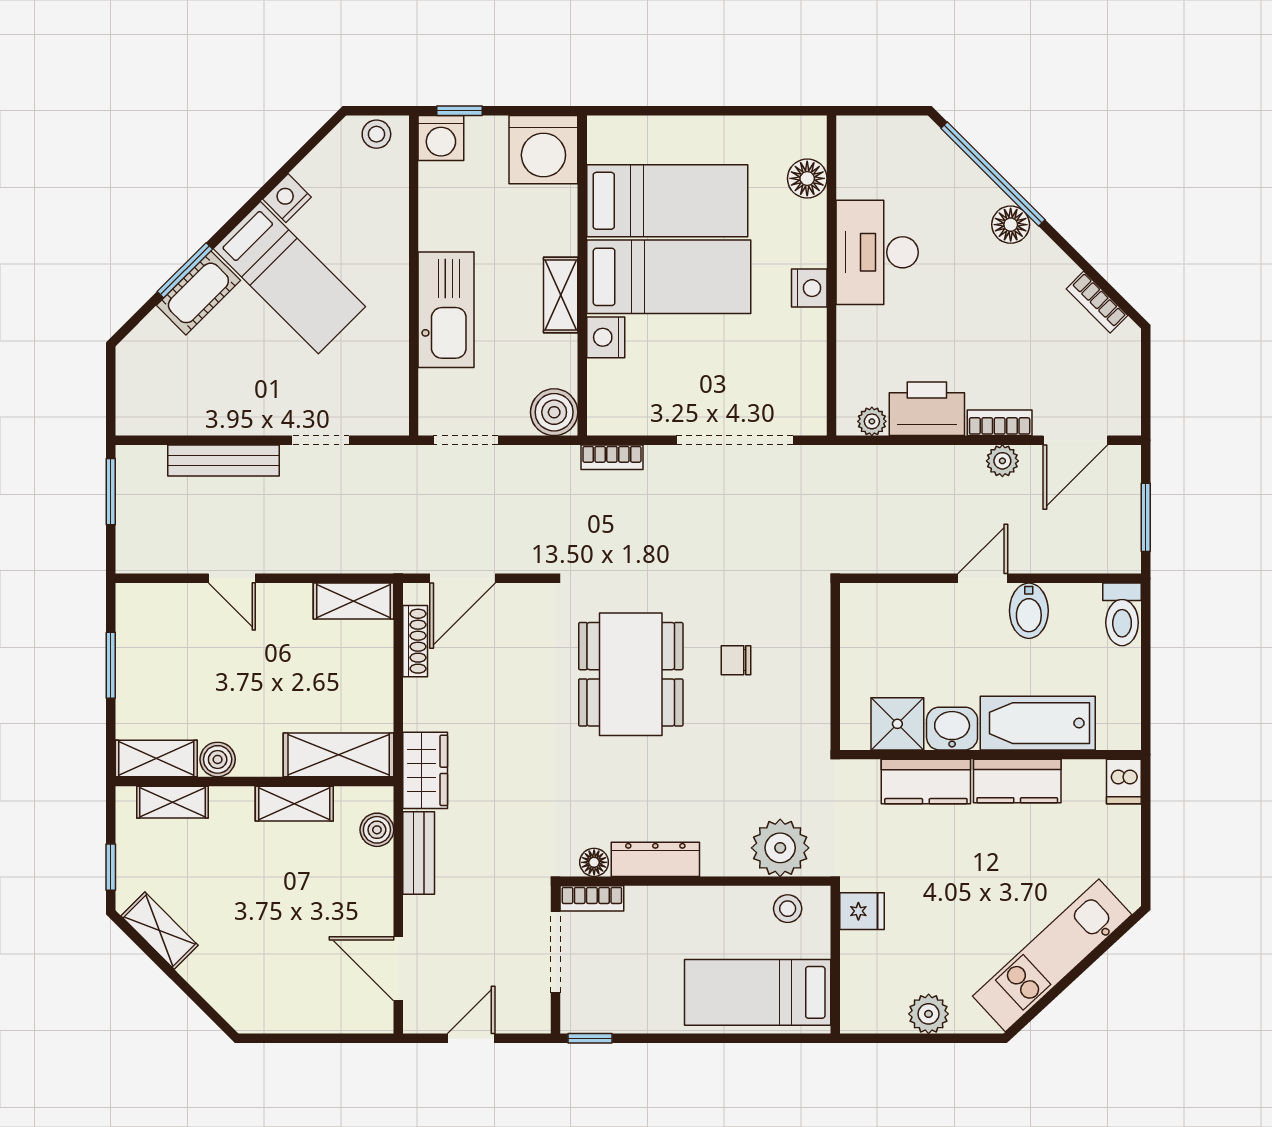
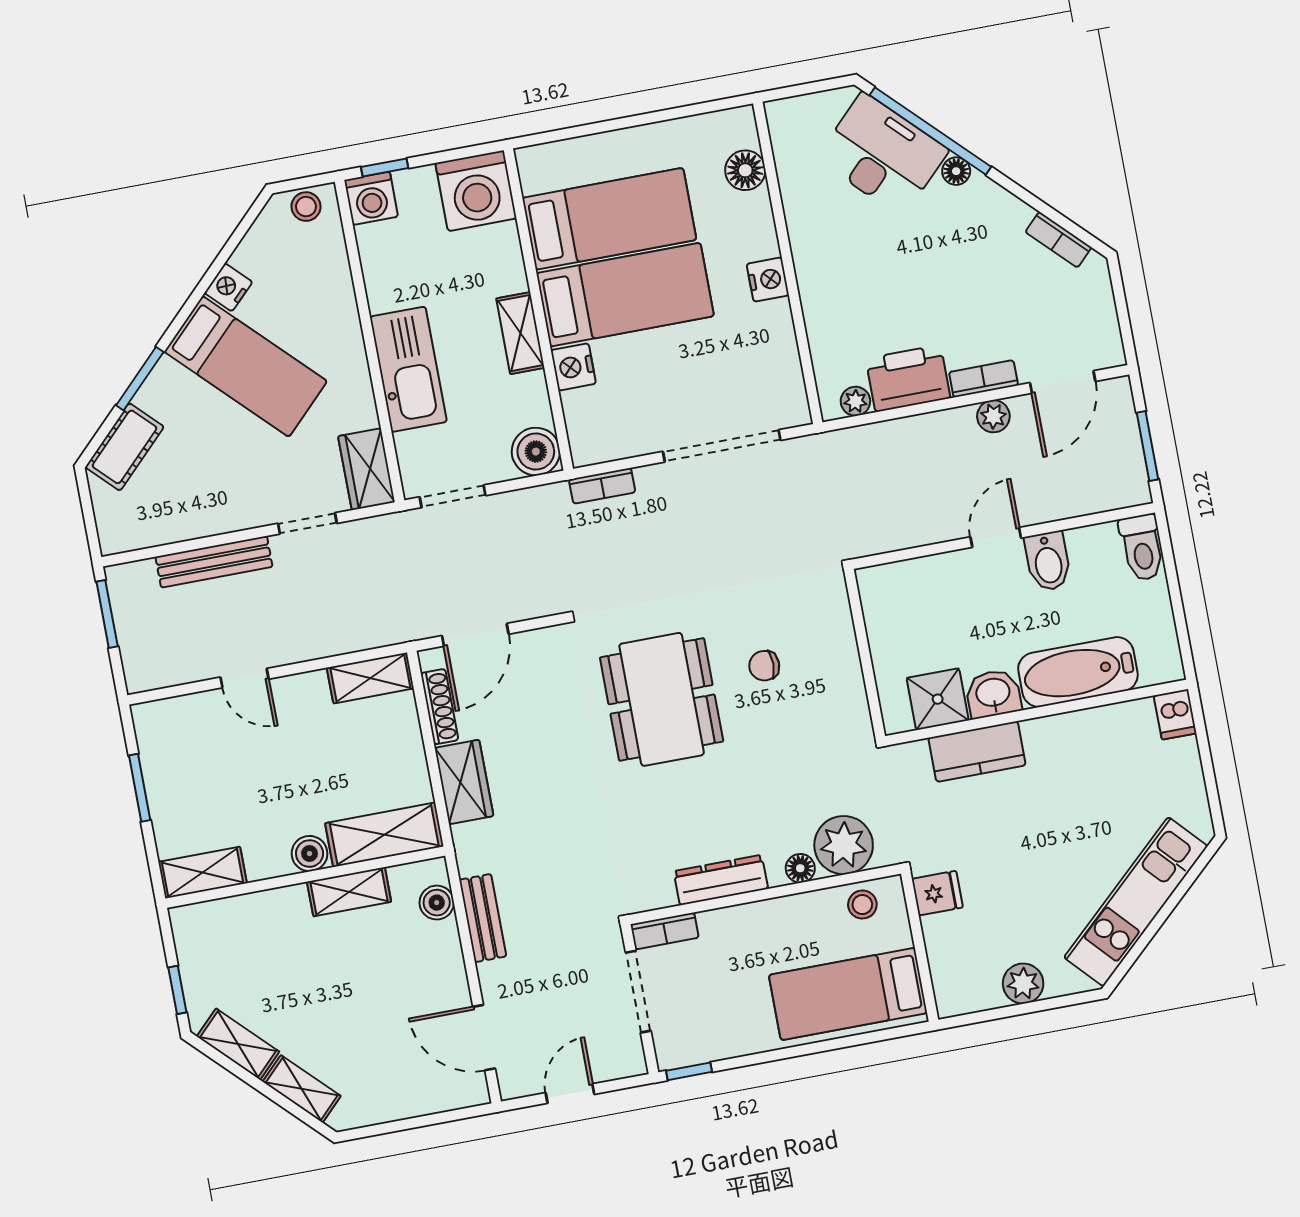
floor lamp: (1011, 225) -> (956, 171), width x0.73, depth x0.73
desk: (877, 252) -> (882, 154), moved, turned 135
cot: (198, 293) -> (125, 447), moved
wardrobe: (387, 399) -> (367, 469), added
boiler: (218, 759) -> (310, 854), moved
wardrobe: (425, 770) -> (464, 782), moved
kitchen counter: (1017, 781) -> (1068, 734), removed
shelving: (172, 802) -> (302, 1089), moved, turned 45
floor lamp: (594, 862) -> (800, 868), moved

